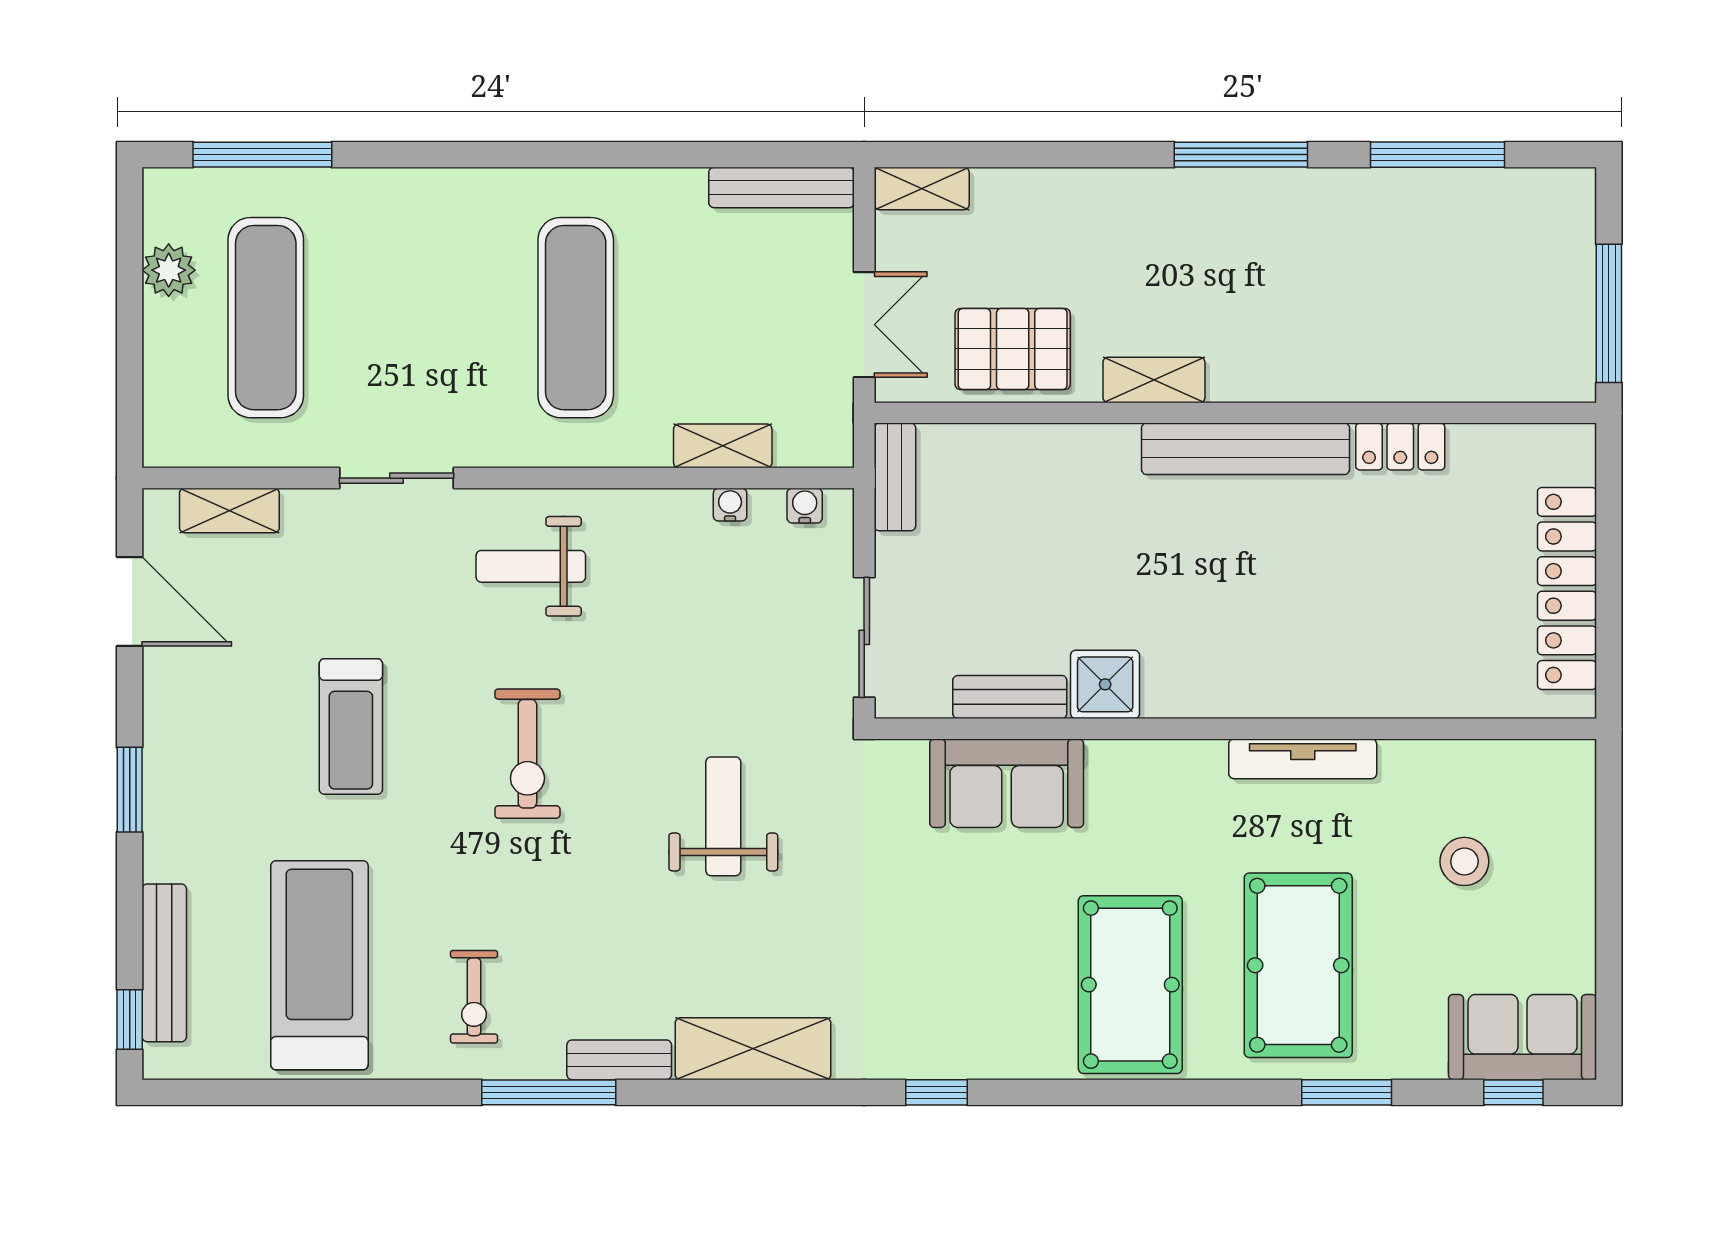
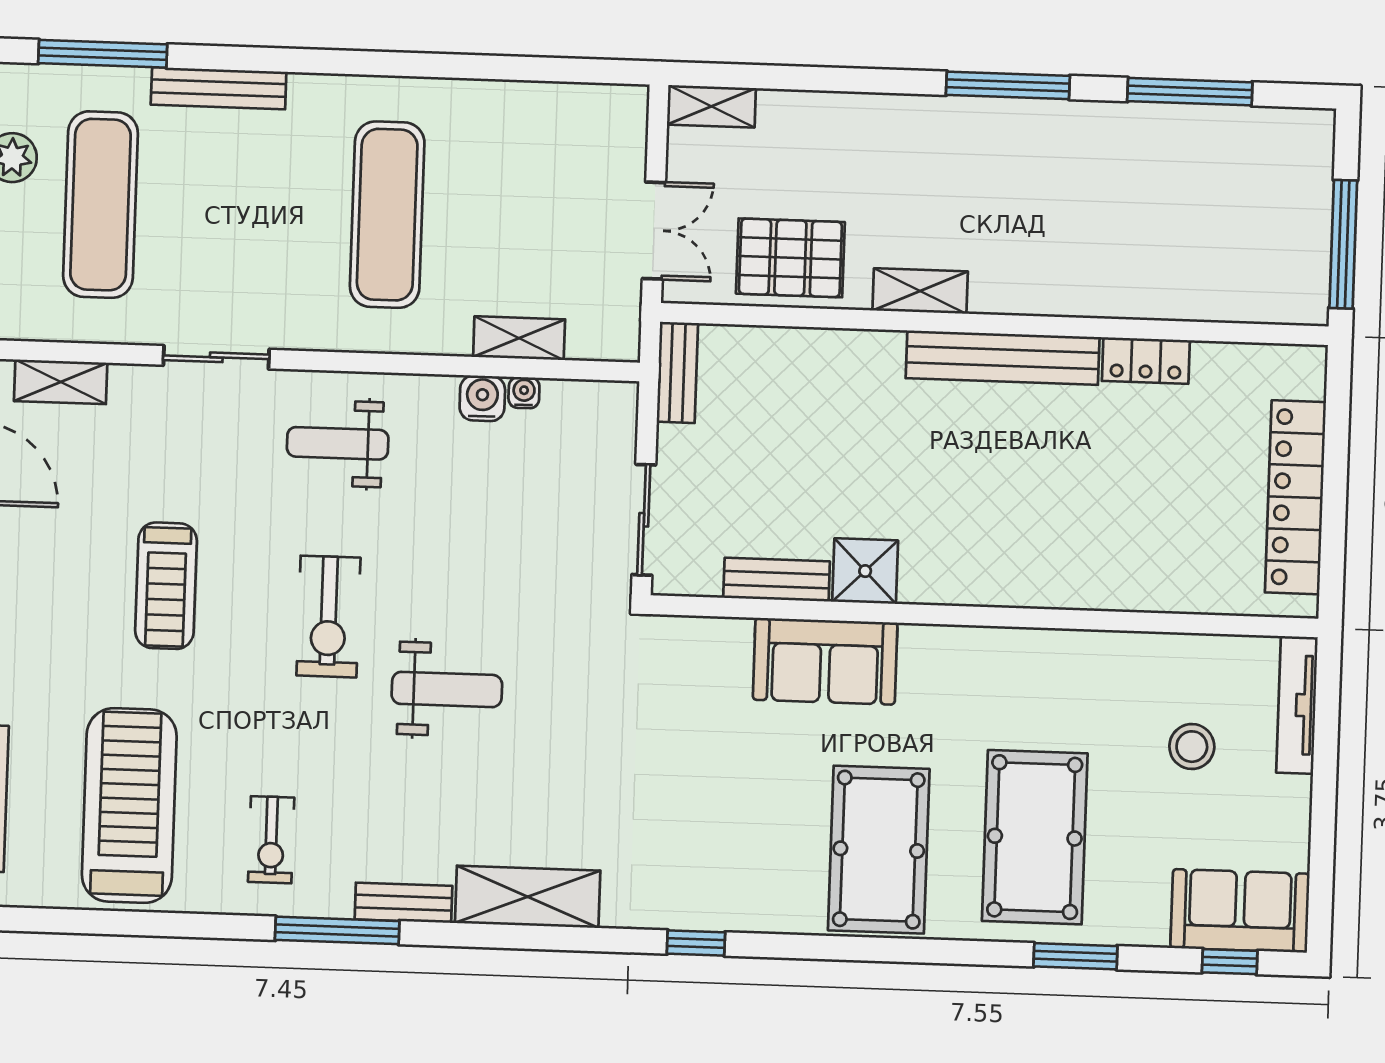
bench: (782, 187) -> (219, 88), moved
water cooler: (805, 506) -> (482, 398), moved, width x1.38, depth x1.38
tv unit: (1303, 759) -> (1297, 705), moved, turned 90
sofa: (1007, 783) -> (825, 661), moved
weight bench: (723, 816) -> (447, 689), moved, turned 90

